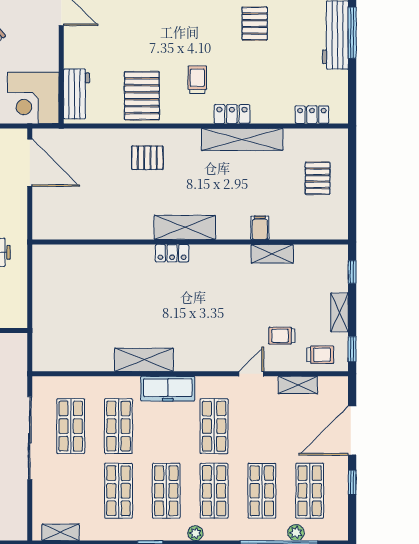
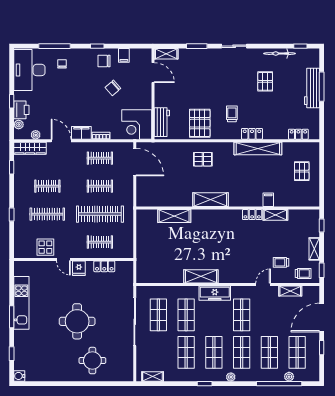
shelving: (185, 227) -> (210, 200), moved
locker: (172, 253) -> (252, 215), moved
shelving: (98, 256) -> (174, 216), added

